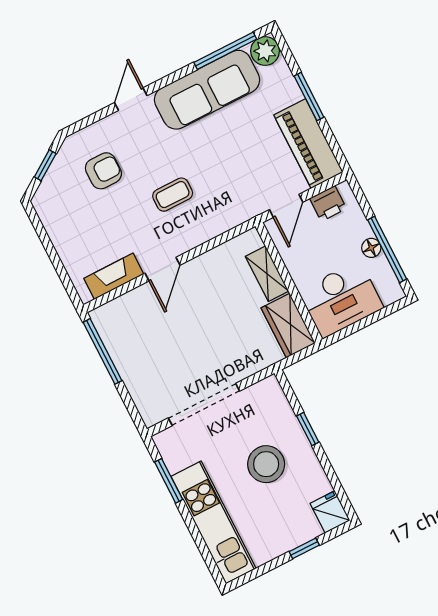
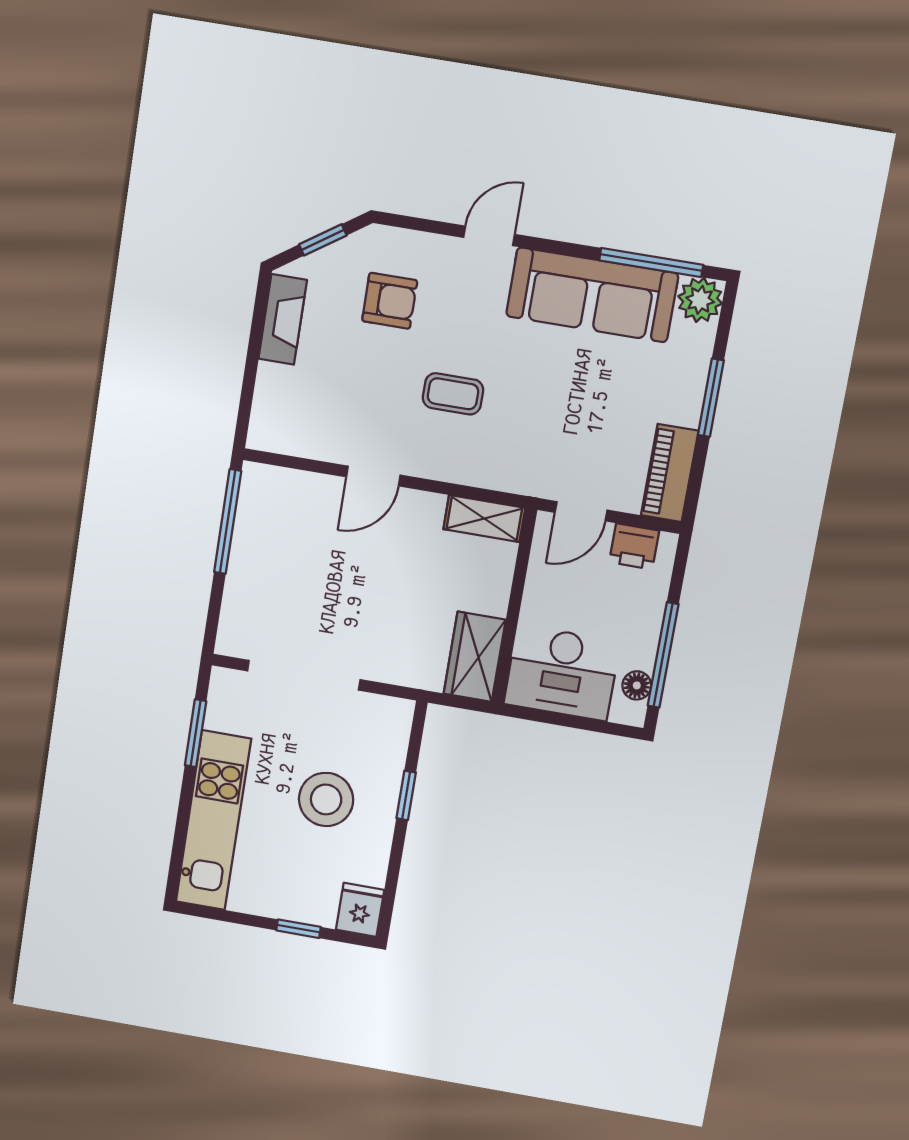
piano: (308, 144) -> (670, 473), width x0.73, depth x0.75
floor lamp: (371, 248) -> (637, 685), moved
shelving: (267, 274) -> (484, 519), moved, turned 90
fireplace: (114, 276) -> (283, 319), moved, turned 90

